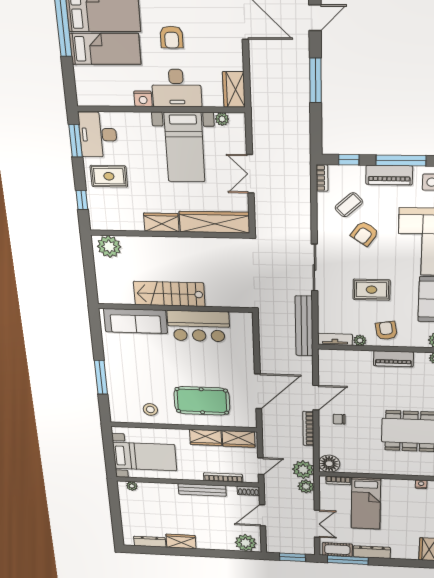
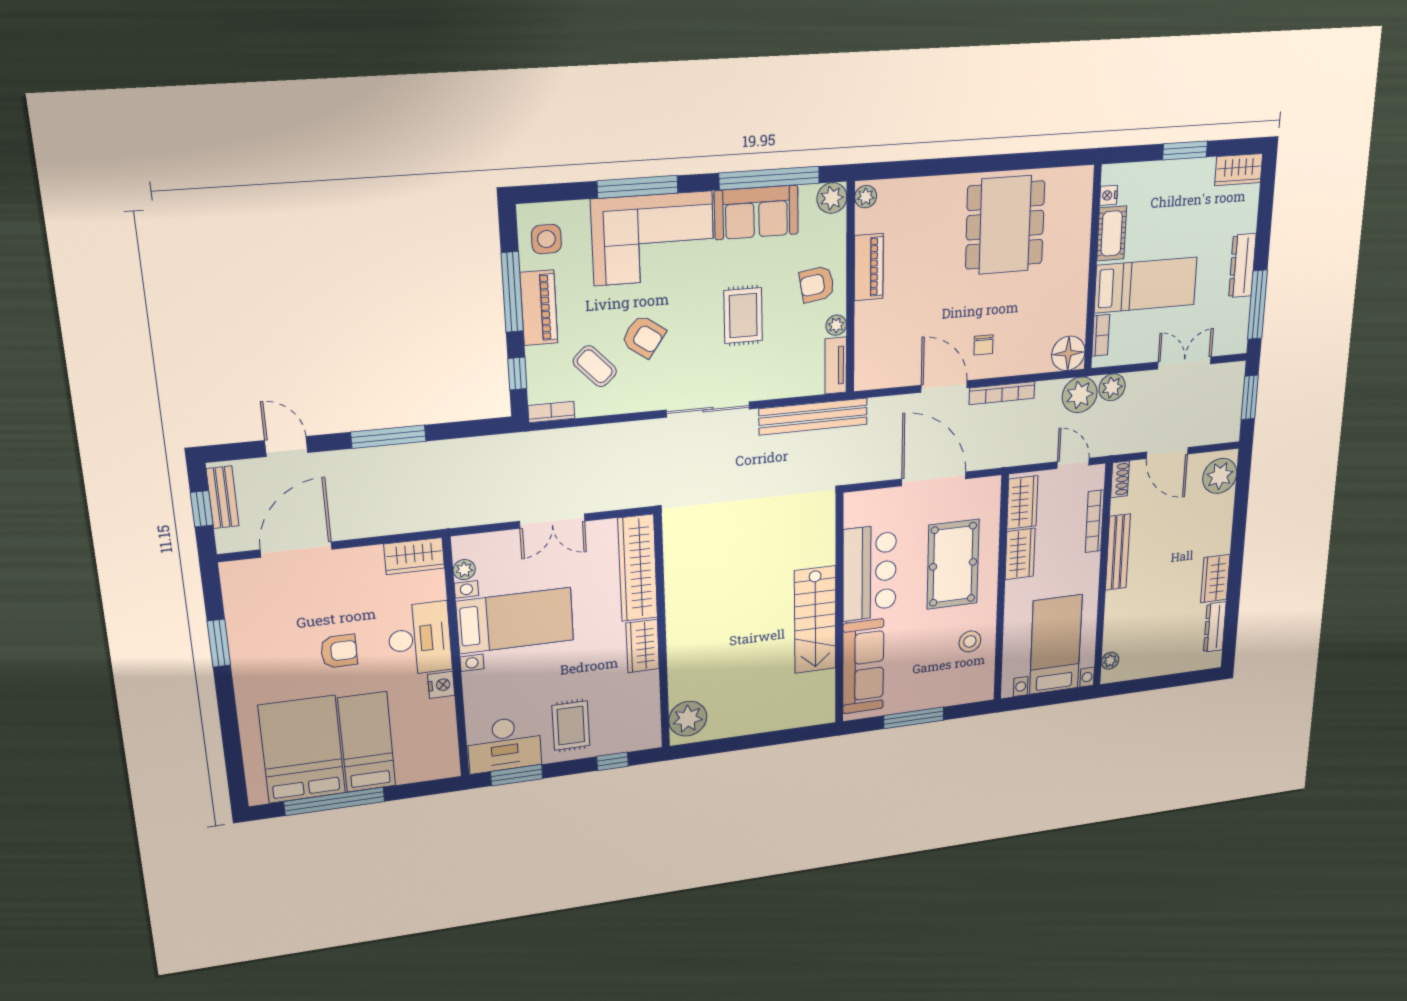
stairs: (169, 294) -> (815, 620), moved
wall: (175, 308) -> (839, 610), moved
sofa: (135, 321) -> (863, 666), moved
bar counter: (199, 326) -> (870, 573), moved
cot: (337, 550) -> (1112, 233), moved

